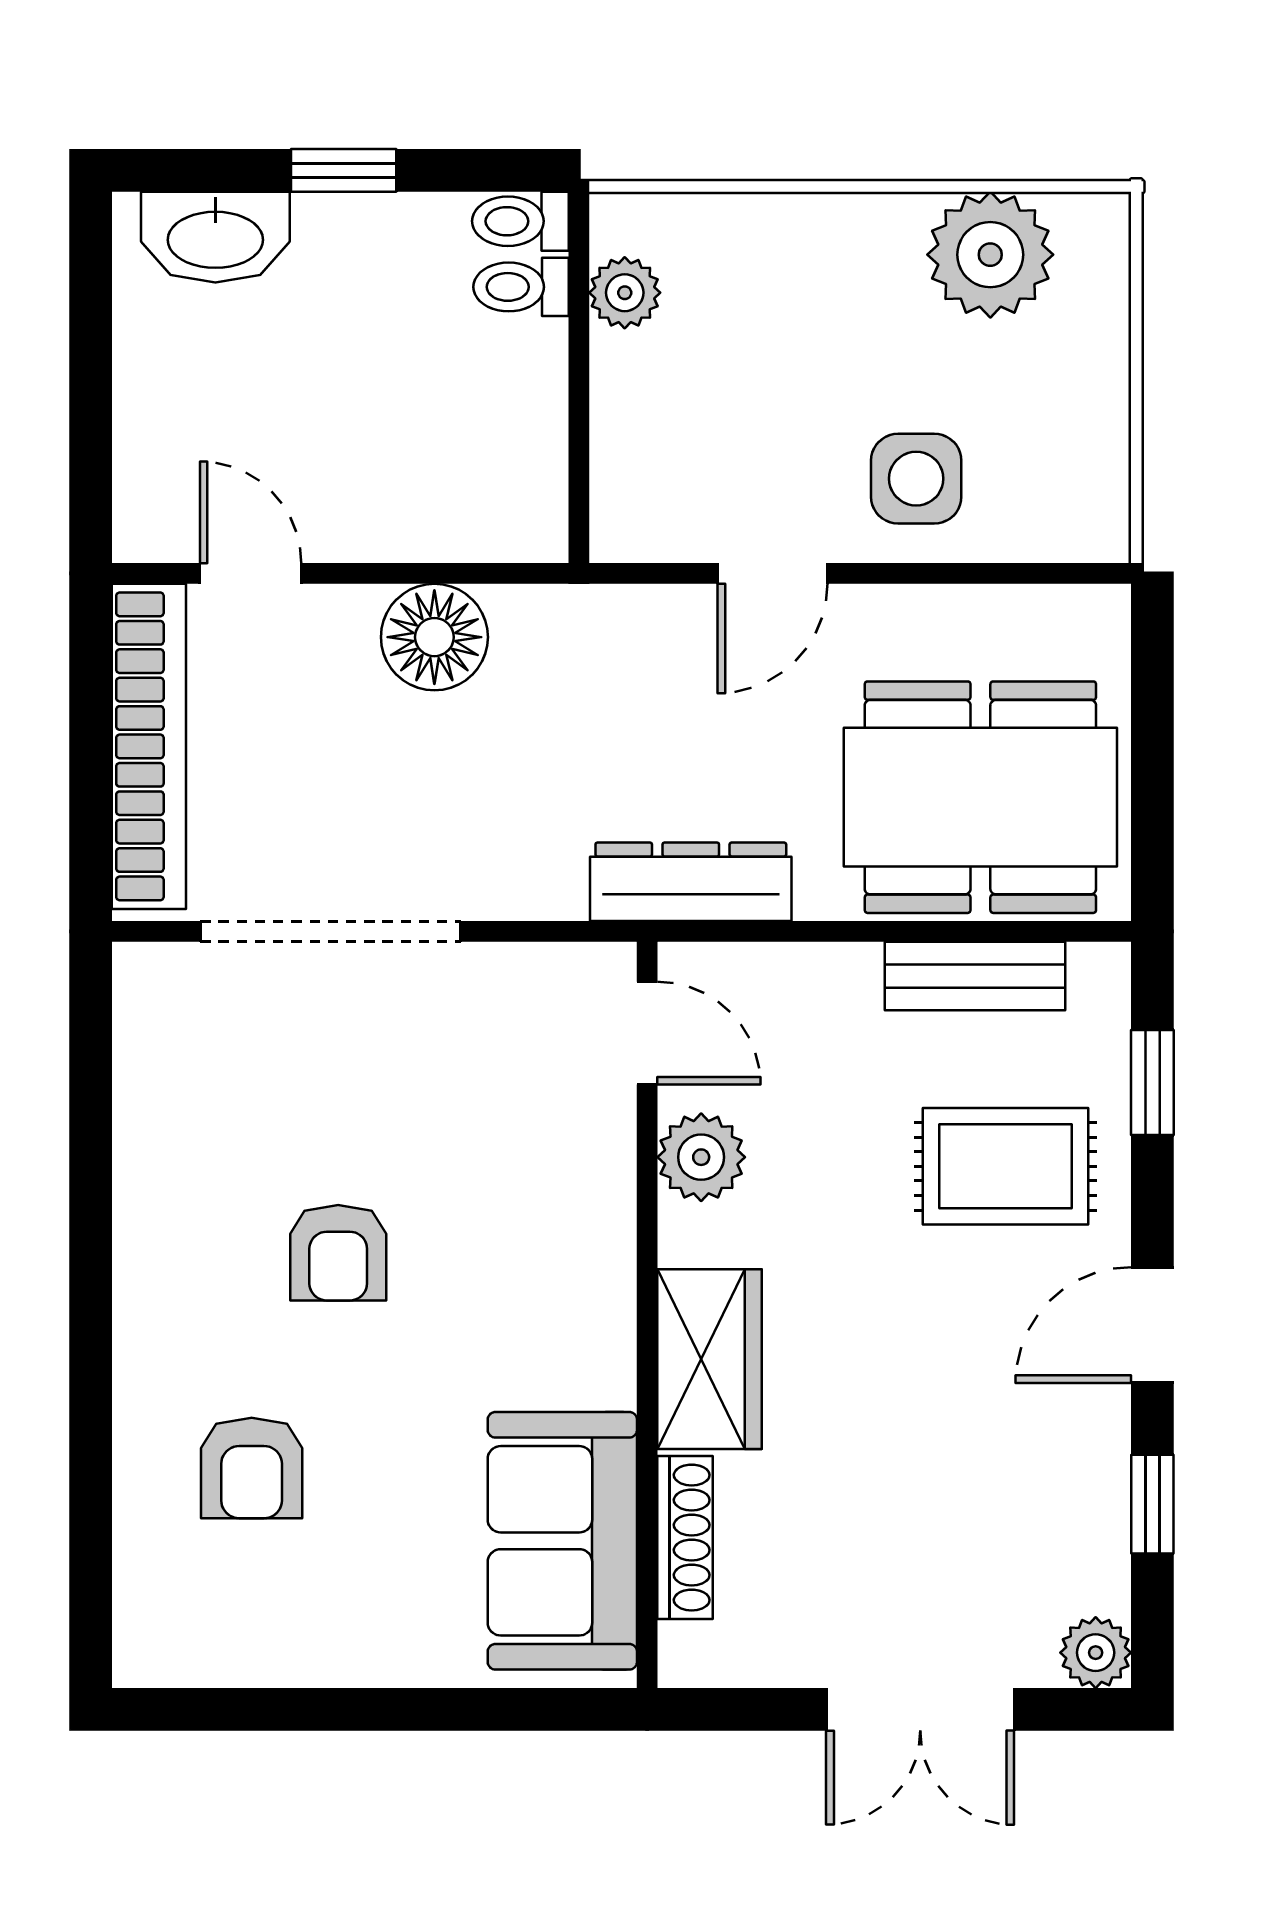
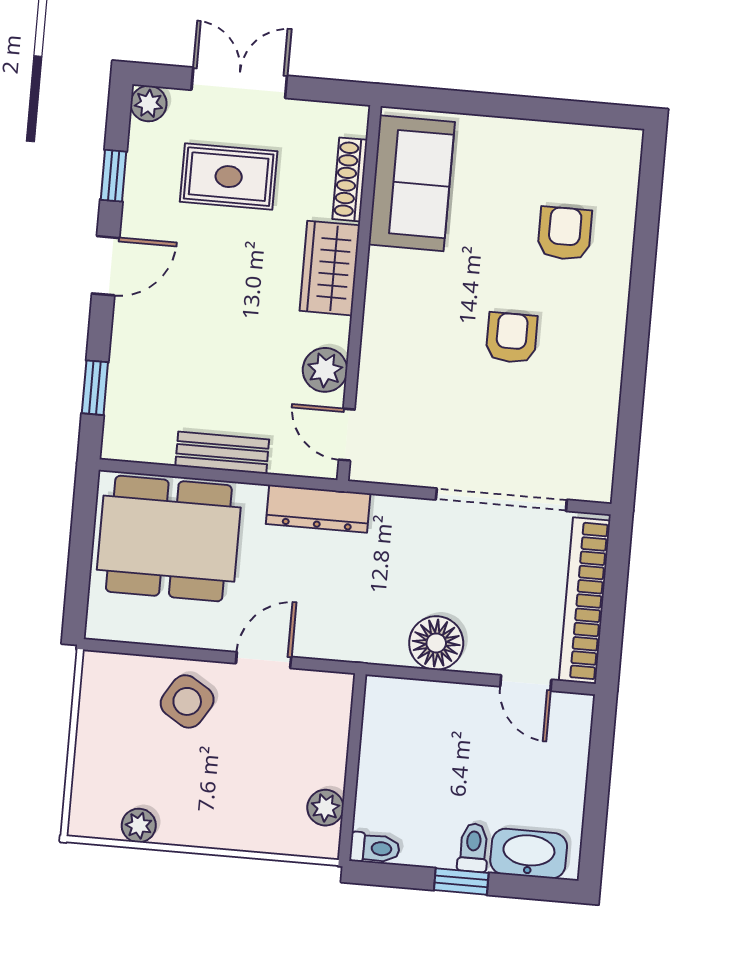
plant: (990, 255) -> (139, 825), width x0.53, depth x0.53
toilet: (521, 287) -> (473, 848), moved, turned -90
side table: (916, 479) -> (187, 701), turned 32
bench: (975, 976) -> (222, 453), moved
rug: (1006, 1166) -> (229, 177), moved

